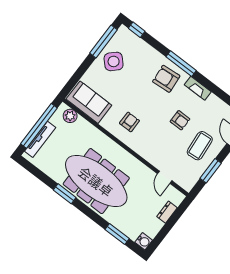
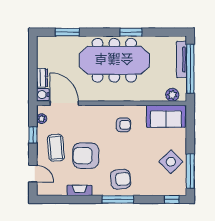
fireplace: (198, 88) -> (80, 190), moved
armchair: (180, 120) -> (86, 156), width x1.88, depth x1.88
armchair: (129, 122) -> (123, 125), turned -90
window: (211, 171) -> (33, 135), width x0.67
door: (165, 177) -> (64, 103), width x1.87
plant: (193, 179) -> (42, 119), added
water cooler: (144, 241) -> (43, 95), moved

